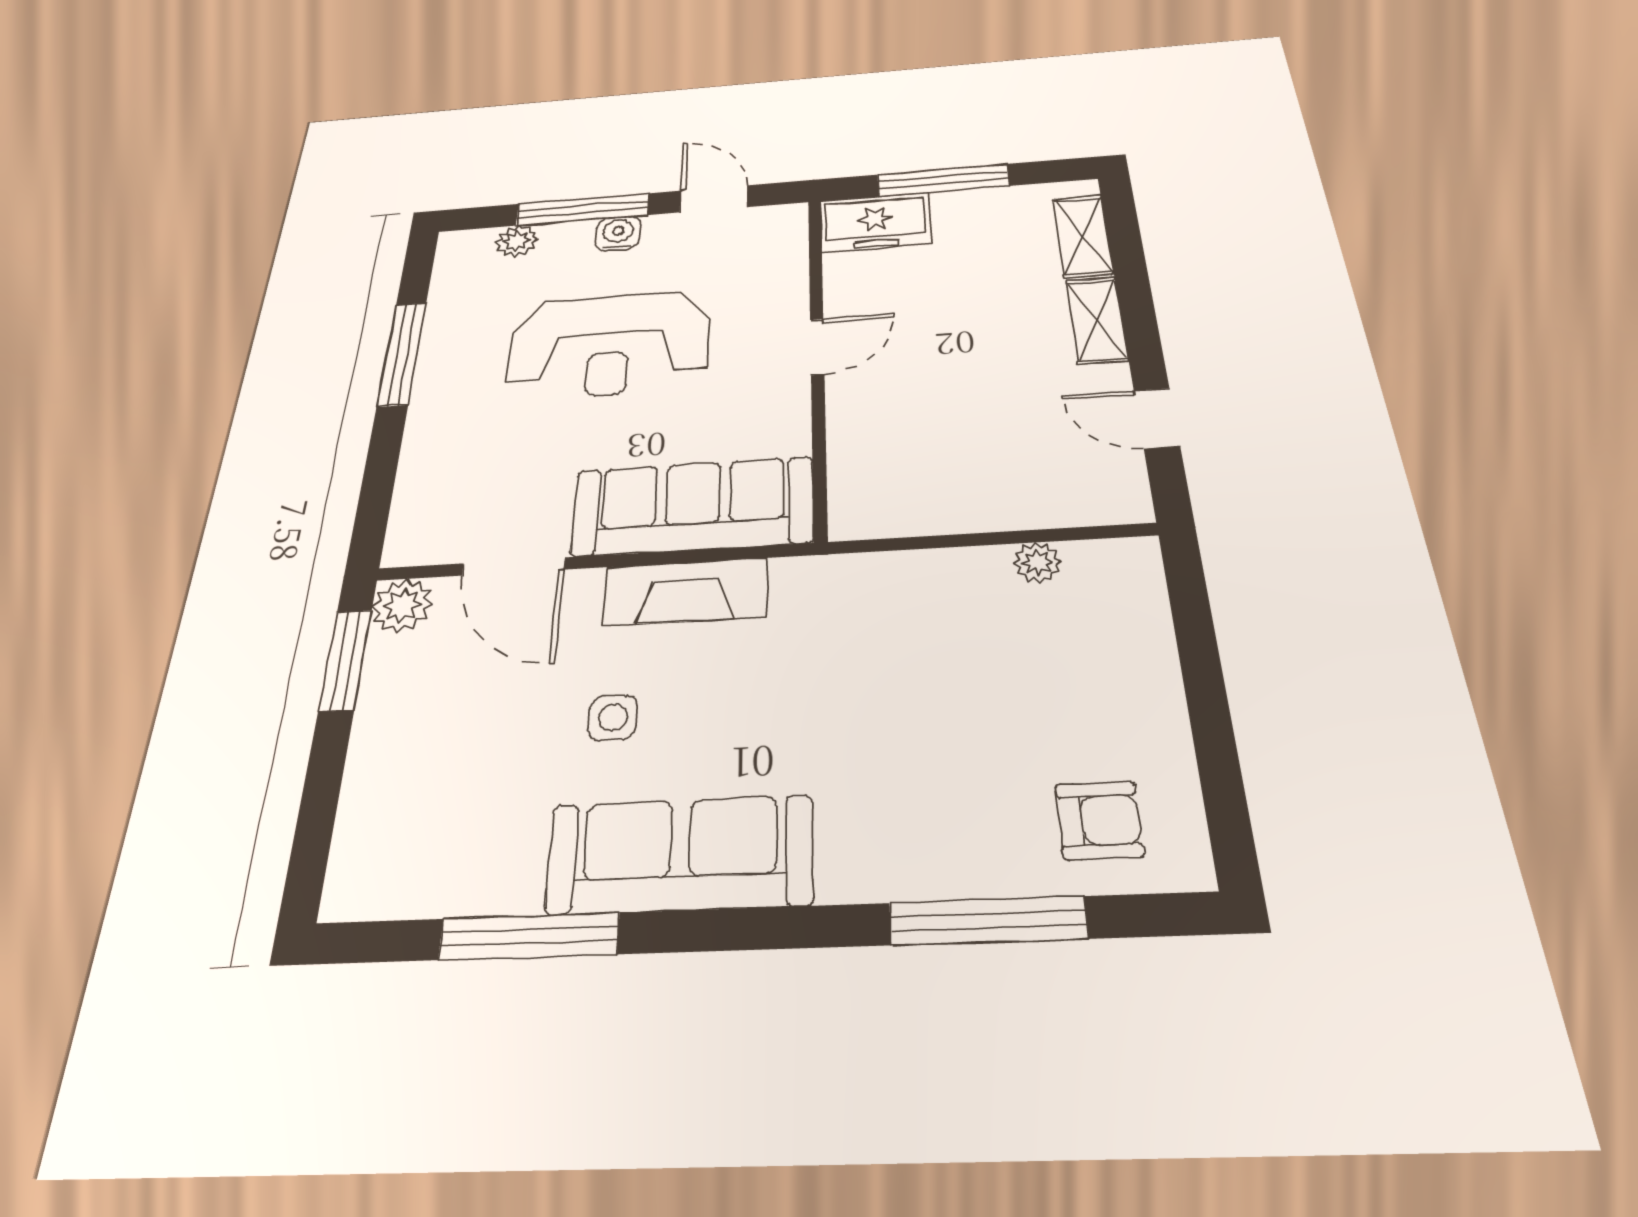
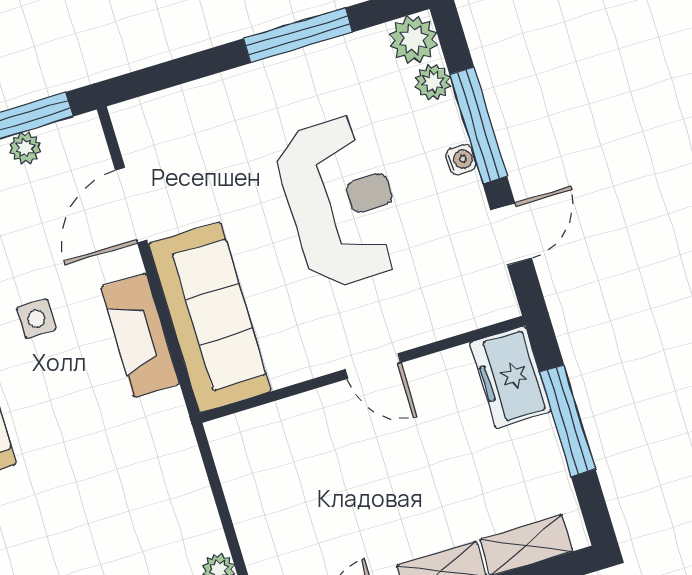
water cooler: (618, 234) -> (461, 160), width x0.72, depth x0.72
plant: (463, 251) -> (413, 40), added
reception desk: (609, 345) -> (341, 201), turned 180
plant: (402, 605) -> (25, 148), moved, width x0.73, depth x0.73

